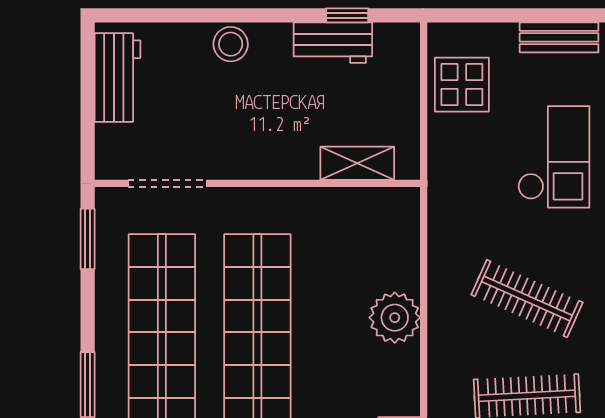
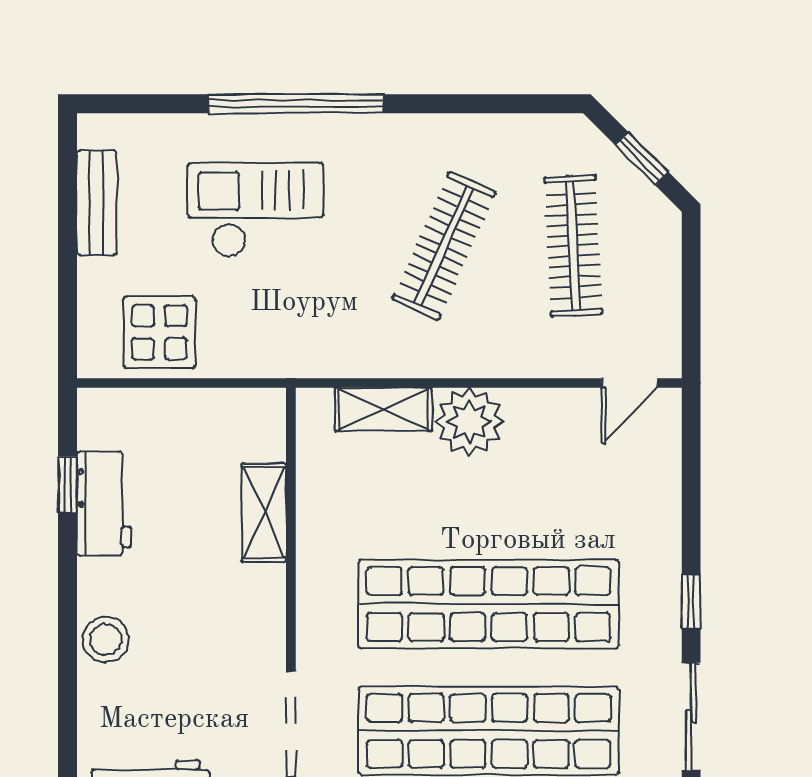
shelving: (357, 163) -> (264, 513), moved
shelving: (404, 253) -> (383, 409), added

